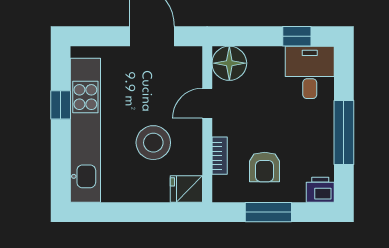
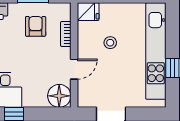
stool: (153, 143) -> (110, 43), width x0.53, depth x0.53

